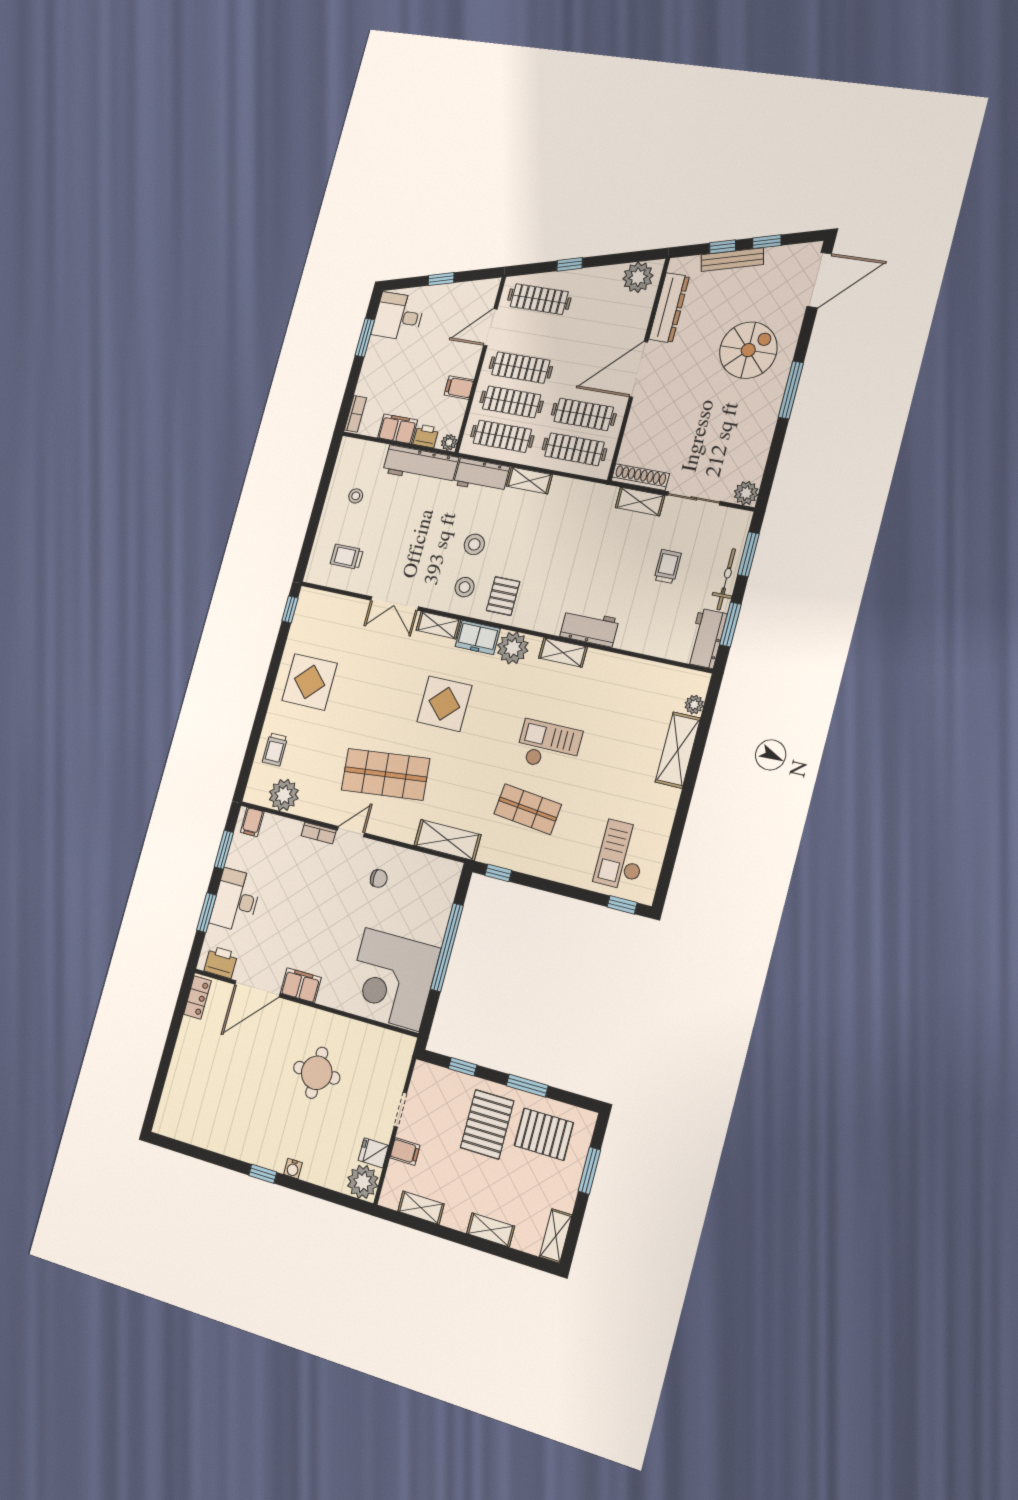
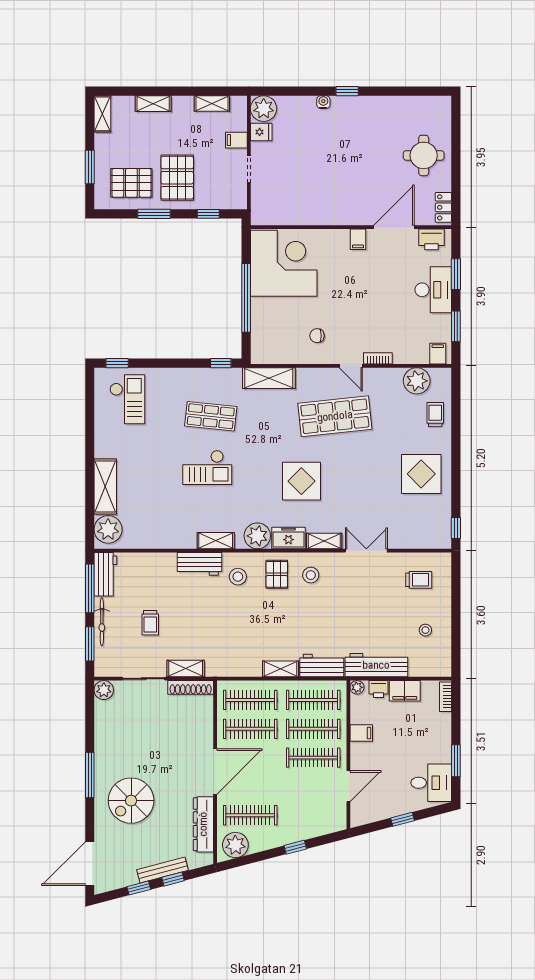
clothes rail: (539, 299) -> (250, 815), moved
stool: (474, 544) -> (238, 577), moved
window: (730, 625) -> (90, 588), width x1.44
plant: (694, 705) -> (108, 529), width x1.88, depth x1.88
door: (351, 832) -> (351, 366), hinge flipped
filing cabinet: (301, 985) -> (358, 239), width x0.50
round table: (317, 1073) -> (424, 155), moved

